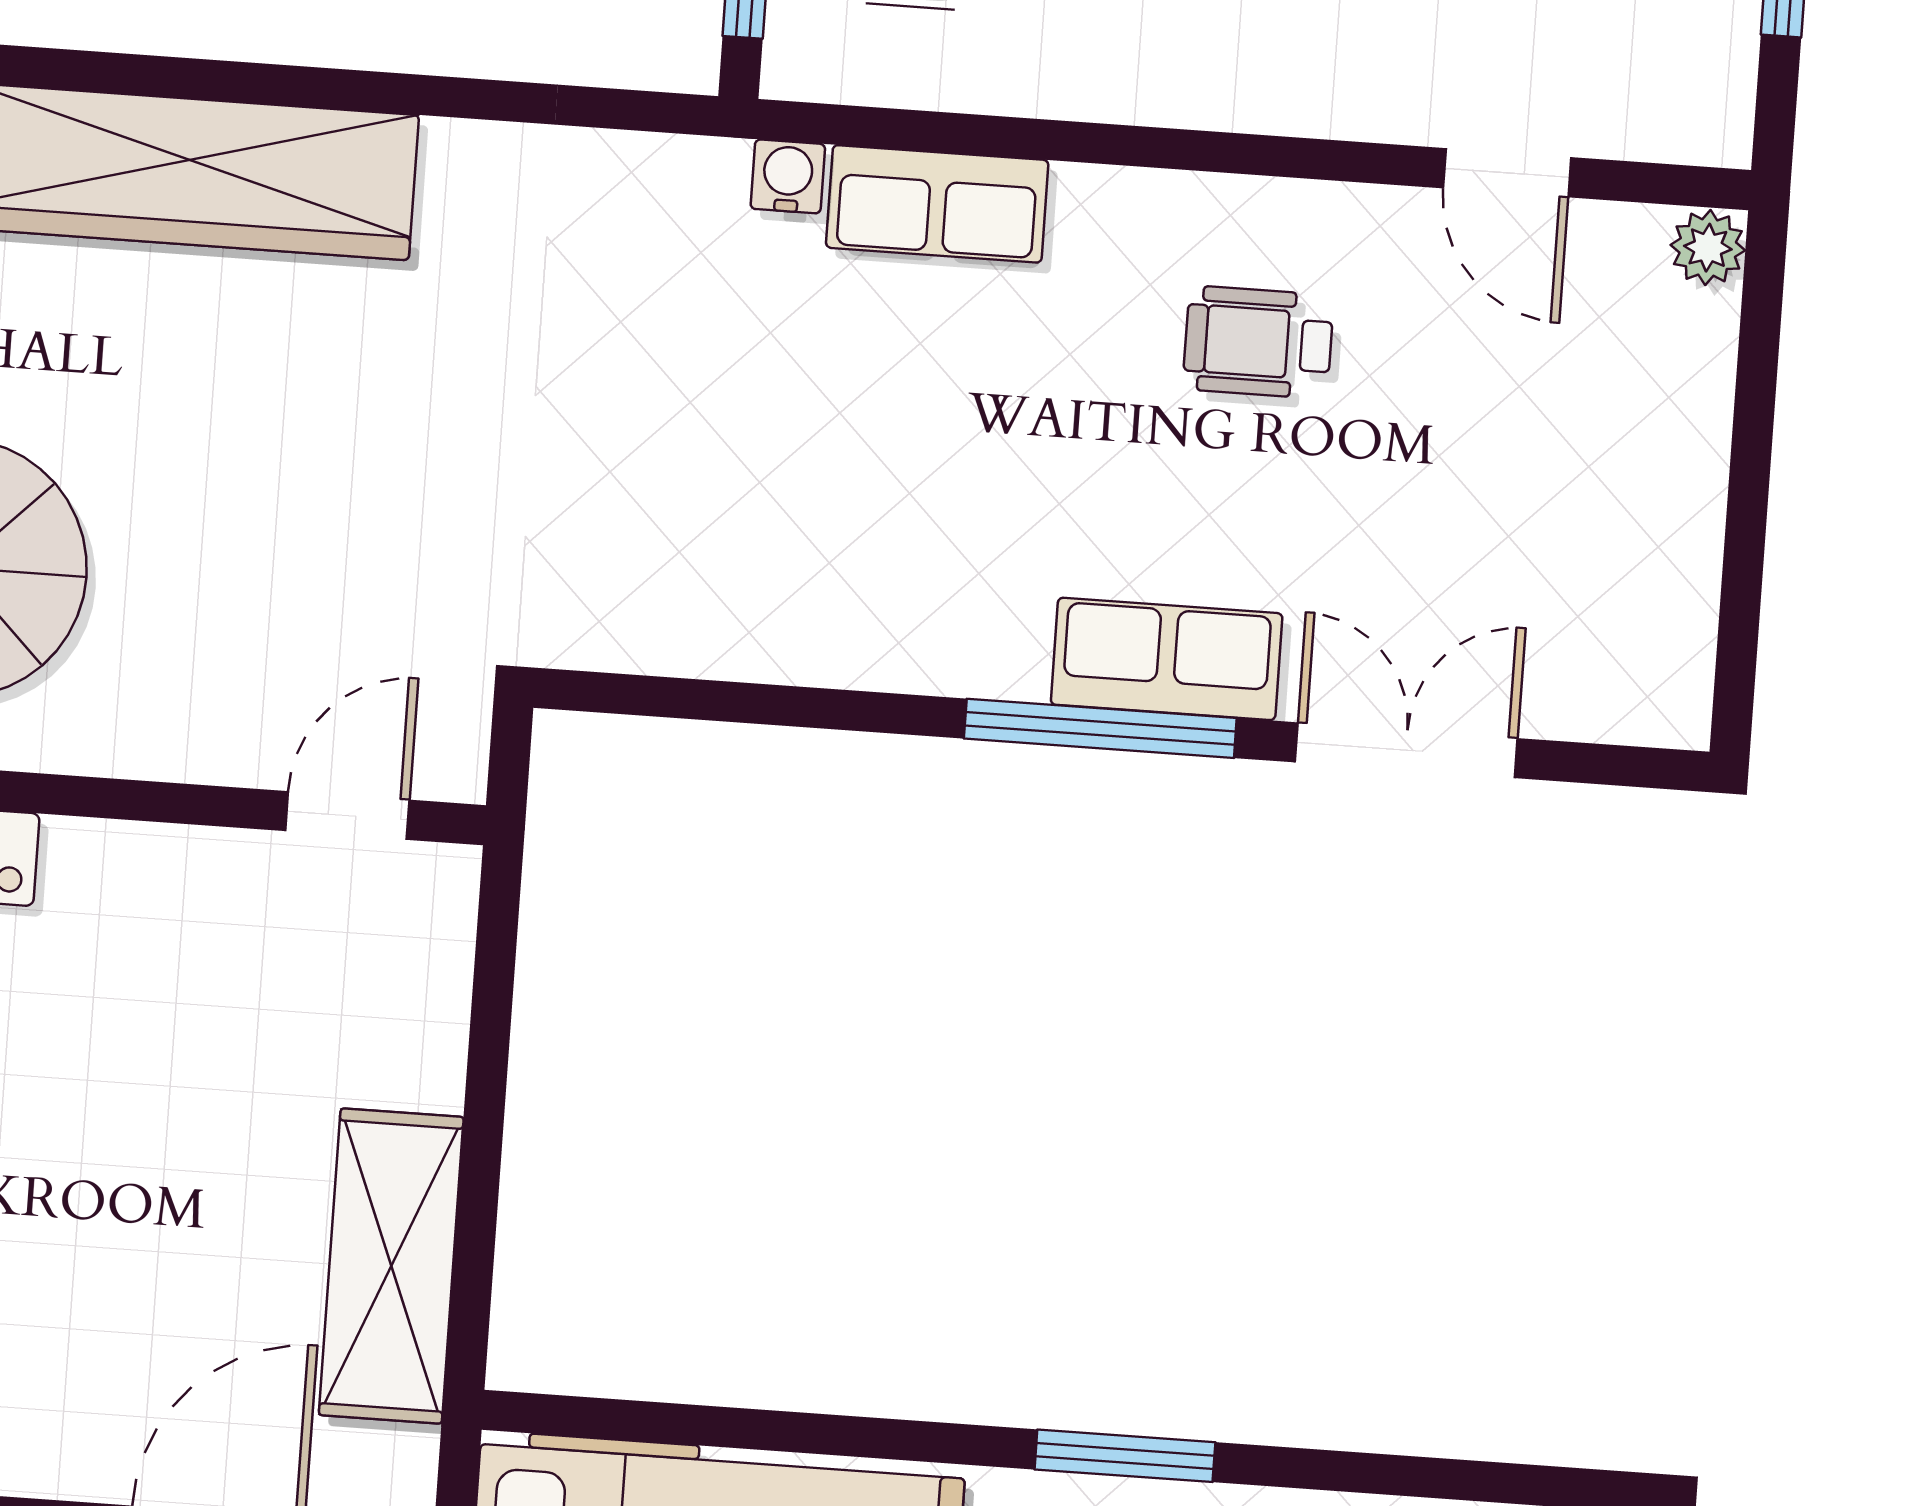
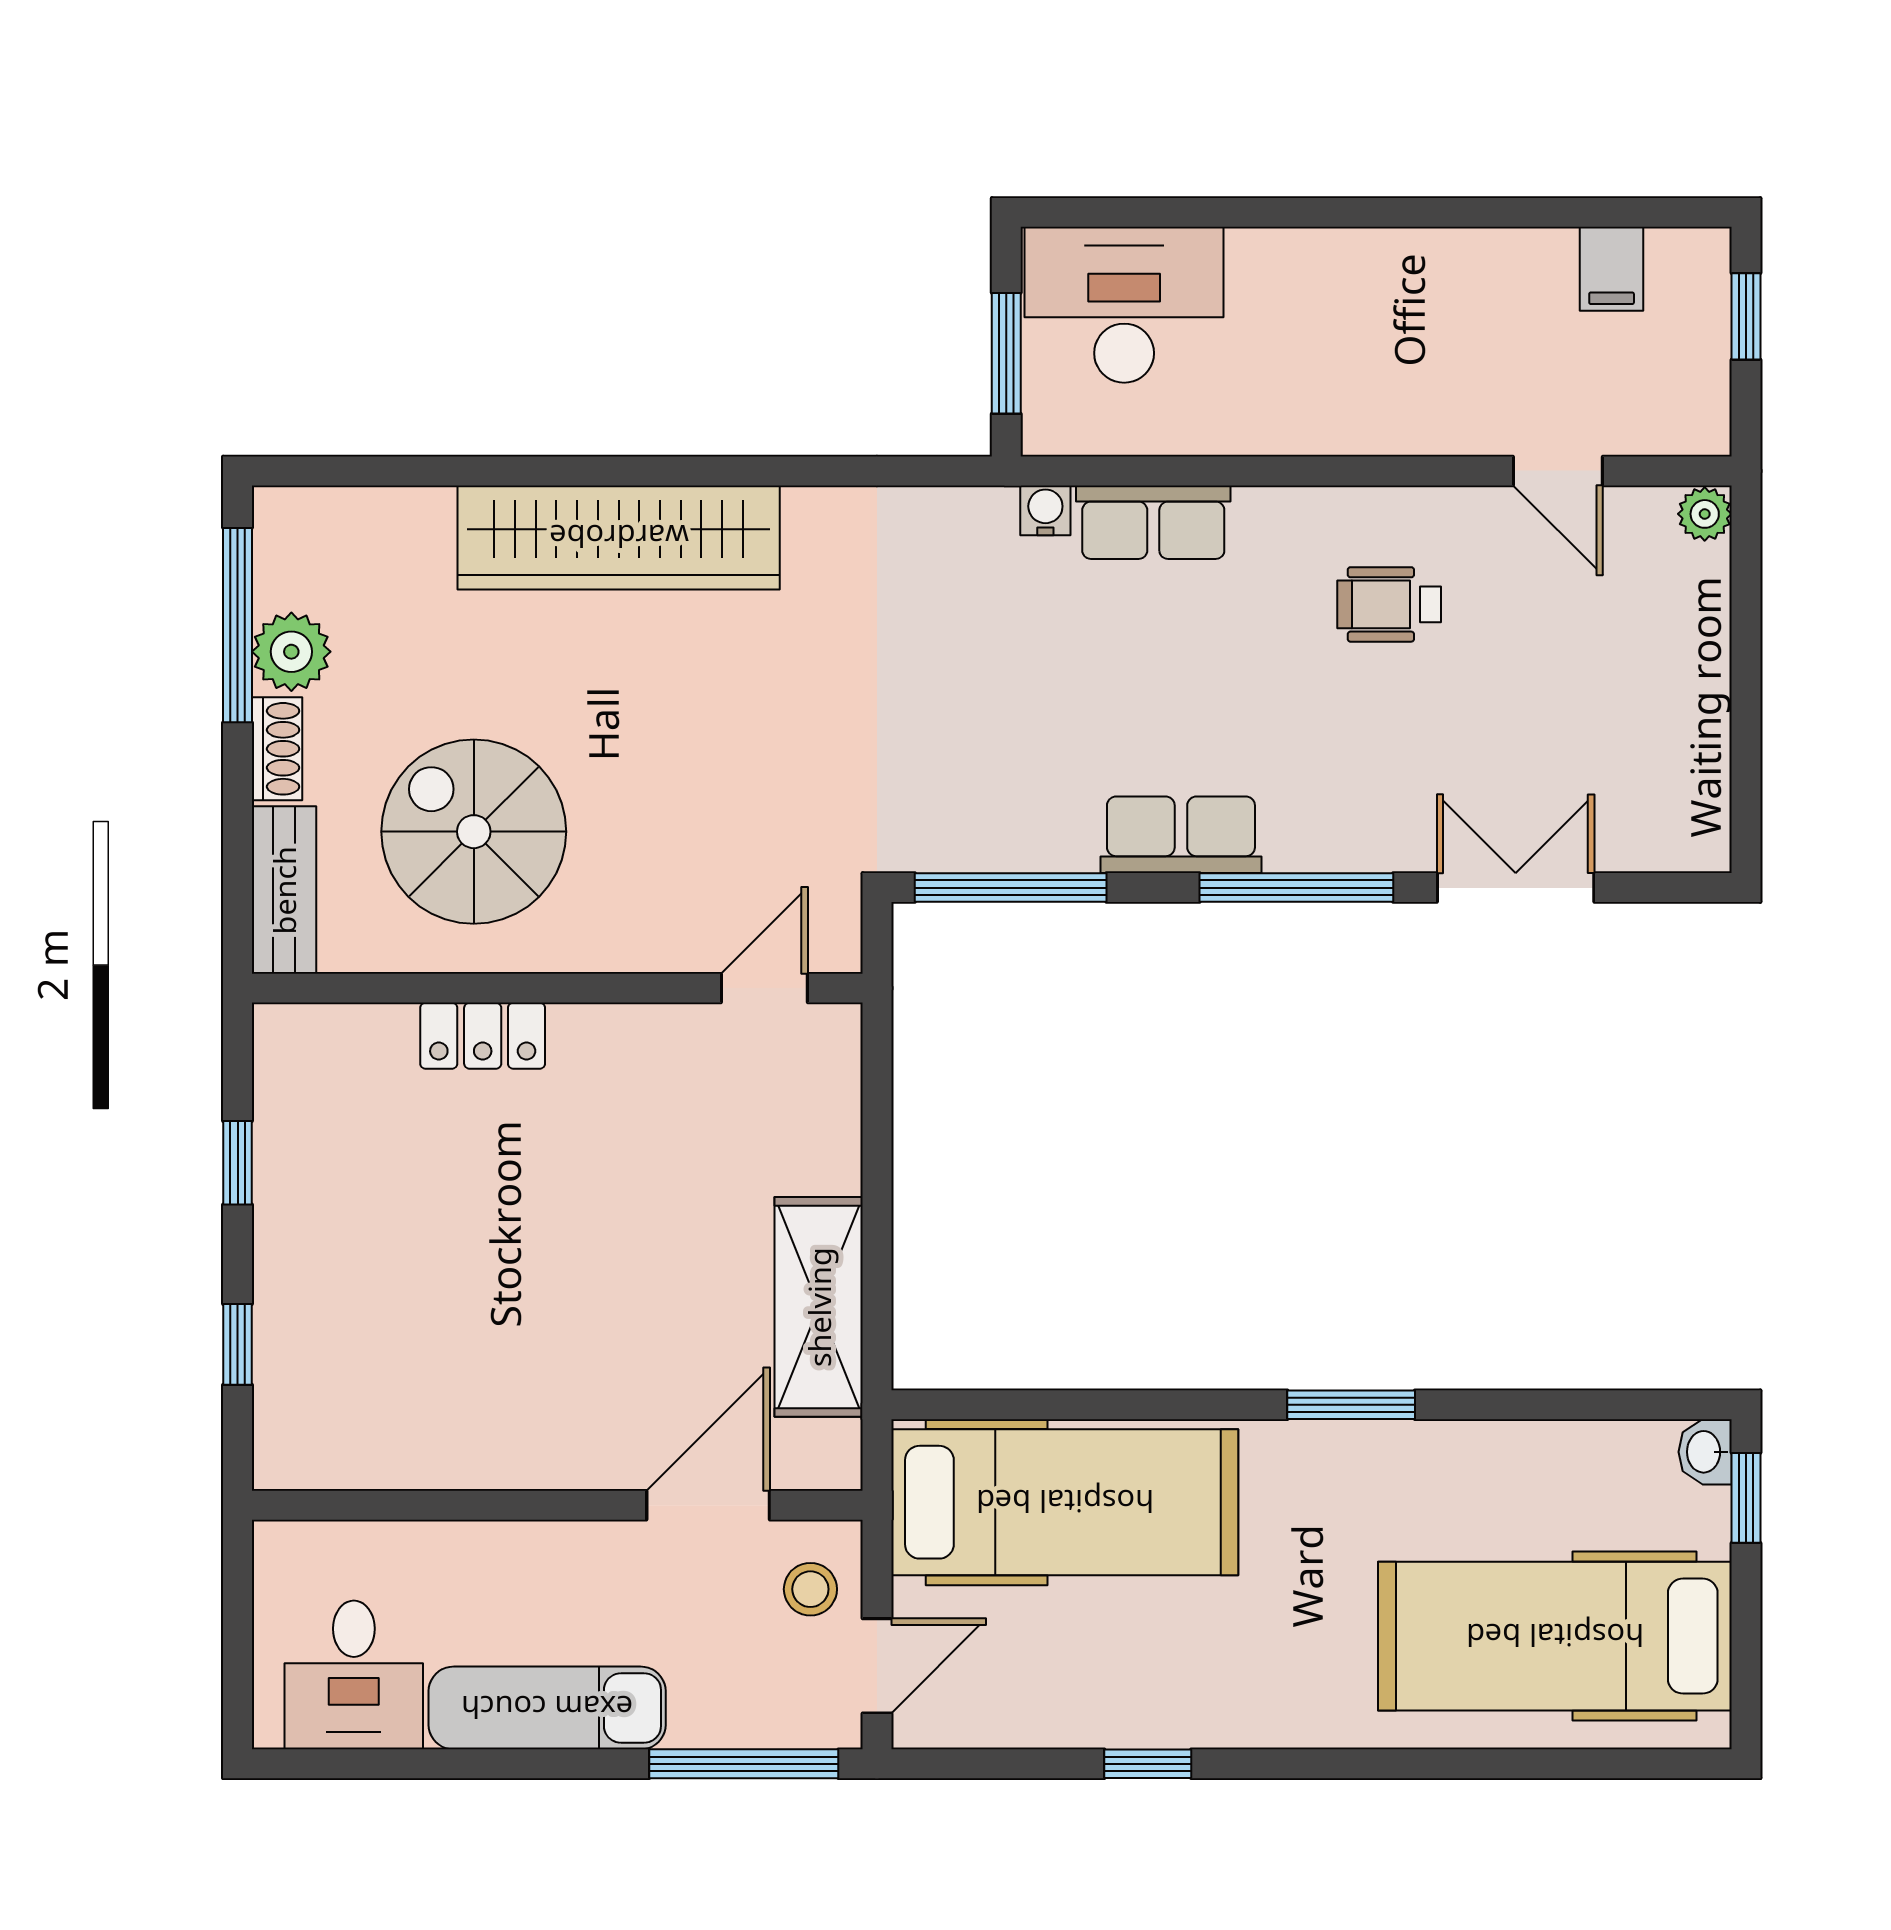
row of seats: (1167, 659) -> (1181, 835), moved
window: (701, 700) -> (1011, 888), added

